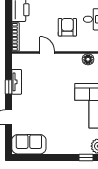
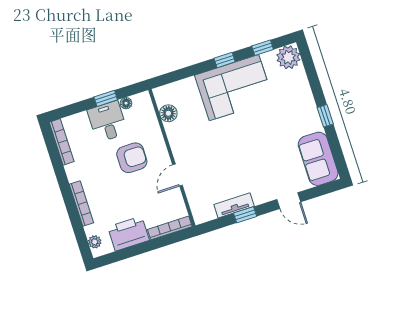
armchair: (67, 27) -> (132, 158), turned 180
window: (86, 157) -> (325, 116), moved

